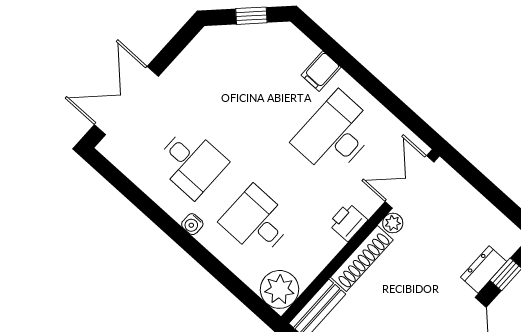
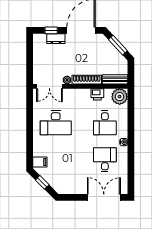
filing cabinet: (321, 71) -> (40, 162), moved
double door: (126, 100) -> (104, 197), swing flipped
printer: (348, 222) -> (97, 94), moved

